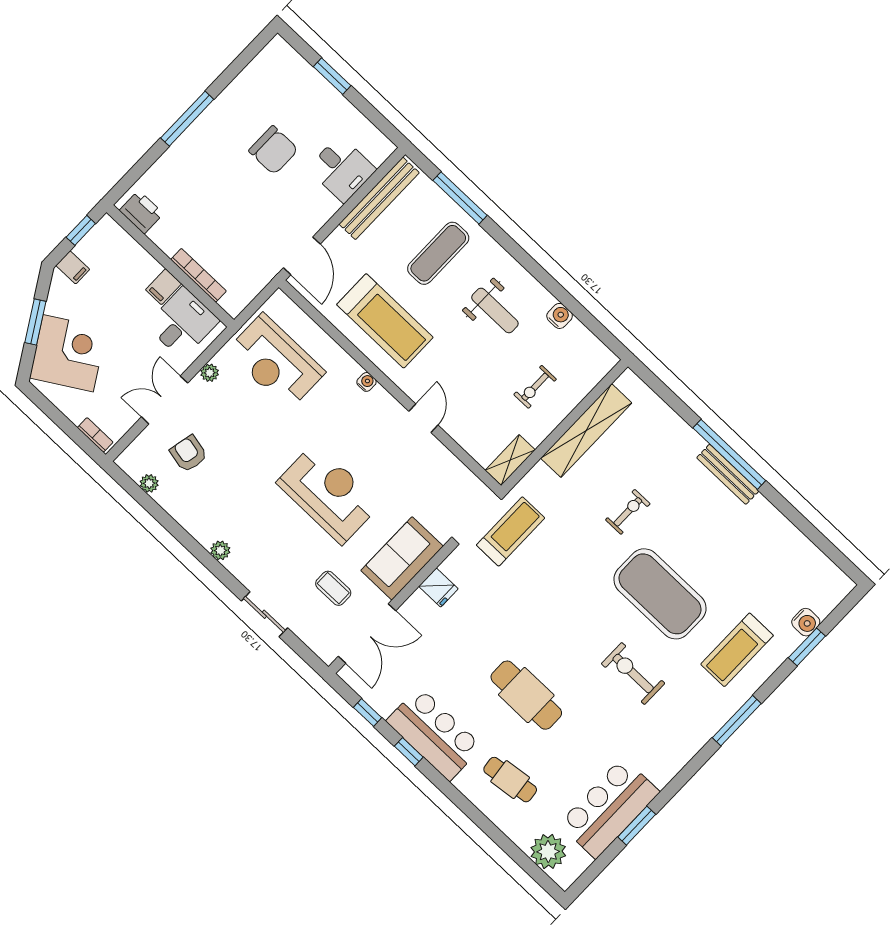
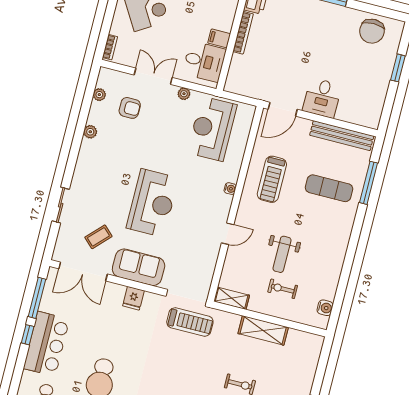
chair: (273, 150) -> (372, 31), moved
desk: (342, 169) -> (322, 98), moved
bookcase: (198, 275) -> (243, 33), moved
weight bench: (495, 310) -> (282, 254), moved
water cooler: (560, 316) -> (325, 308), moved
treadmill: (385, 321) -> (272, 179), width x0.73, depth x0.73
shelving: (586, 431) -> (263, 330), width x0.68
armchair: (189, 454) -> (130, 108), turned 78
plant: (220, 550) -> (90, 132), moved
coffee table: (333, 588) -> (98, 237), turned 44
window: (368, 713) -> (37, 298), width x2.17

